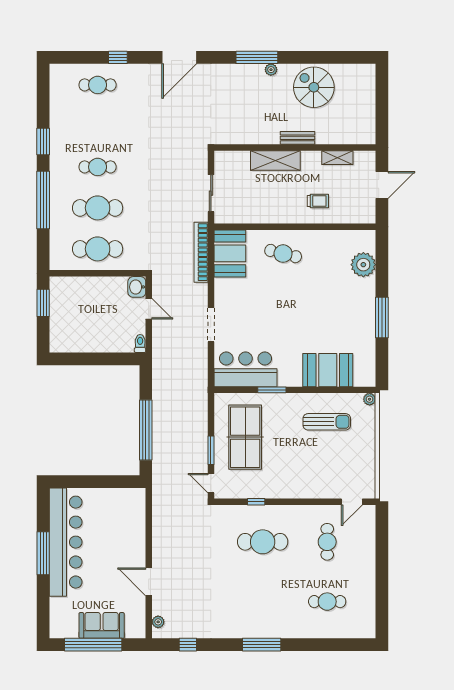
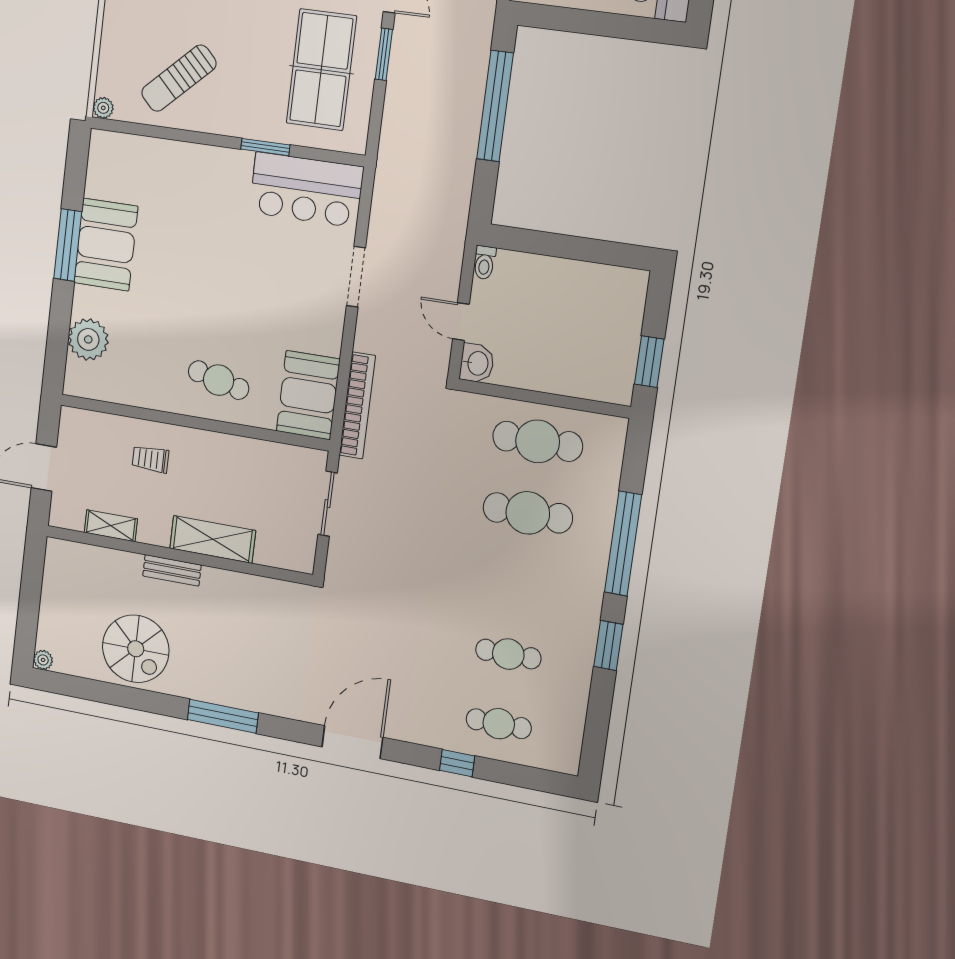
plant: (271, 70) -> (43, 660), moved
cafe table: (98, 167) -> (508, 654), moved
booth: (328, 370) -> (106, 245), moved, turned 90
sun lounger: (327, 422) -> (179, 78), turned -44

